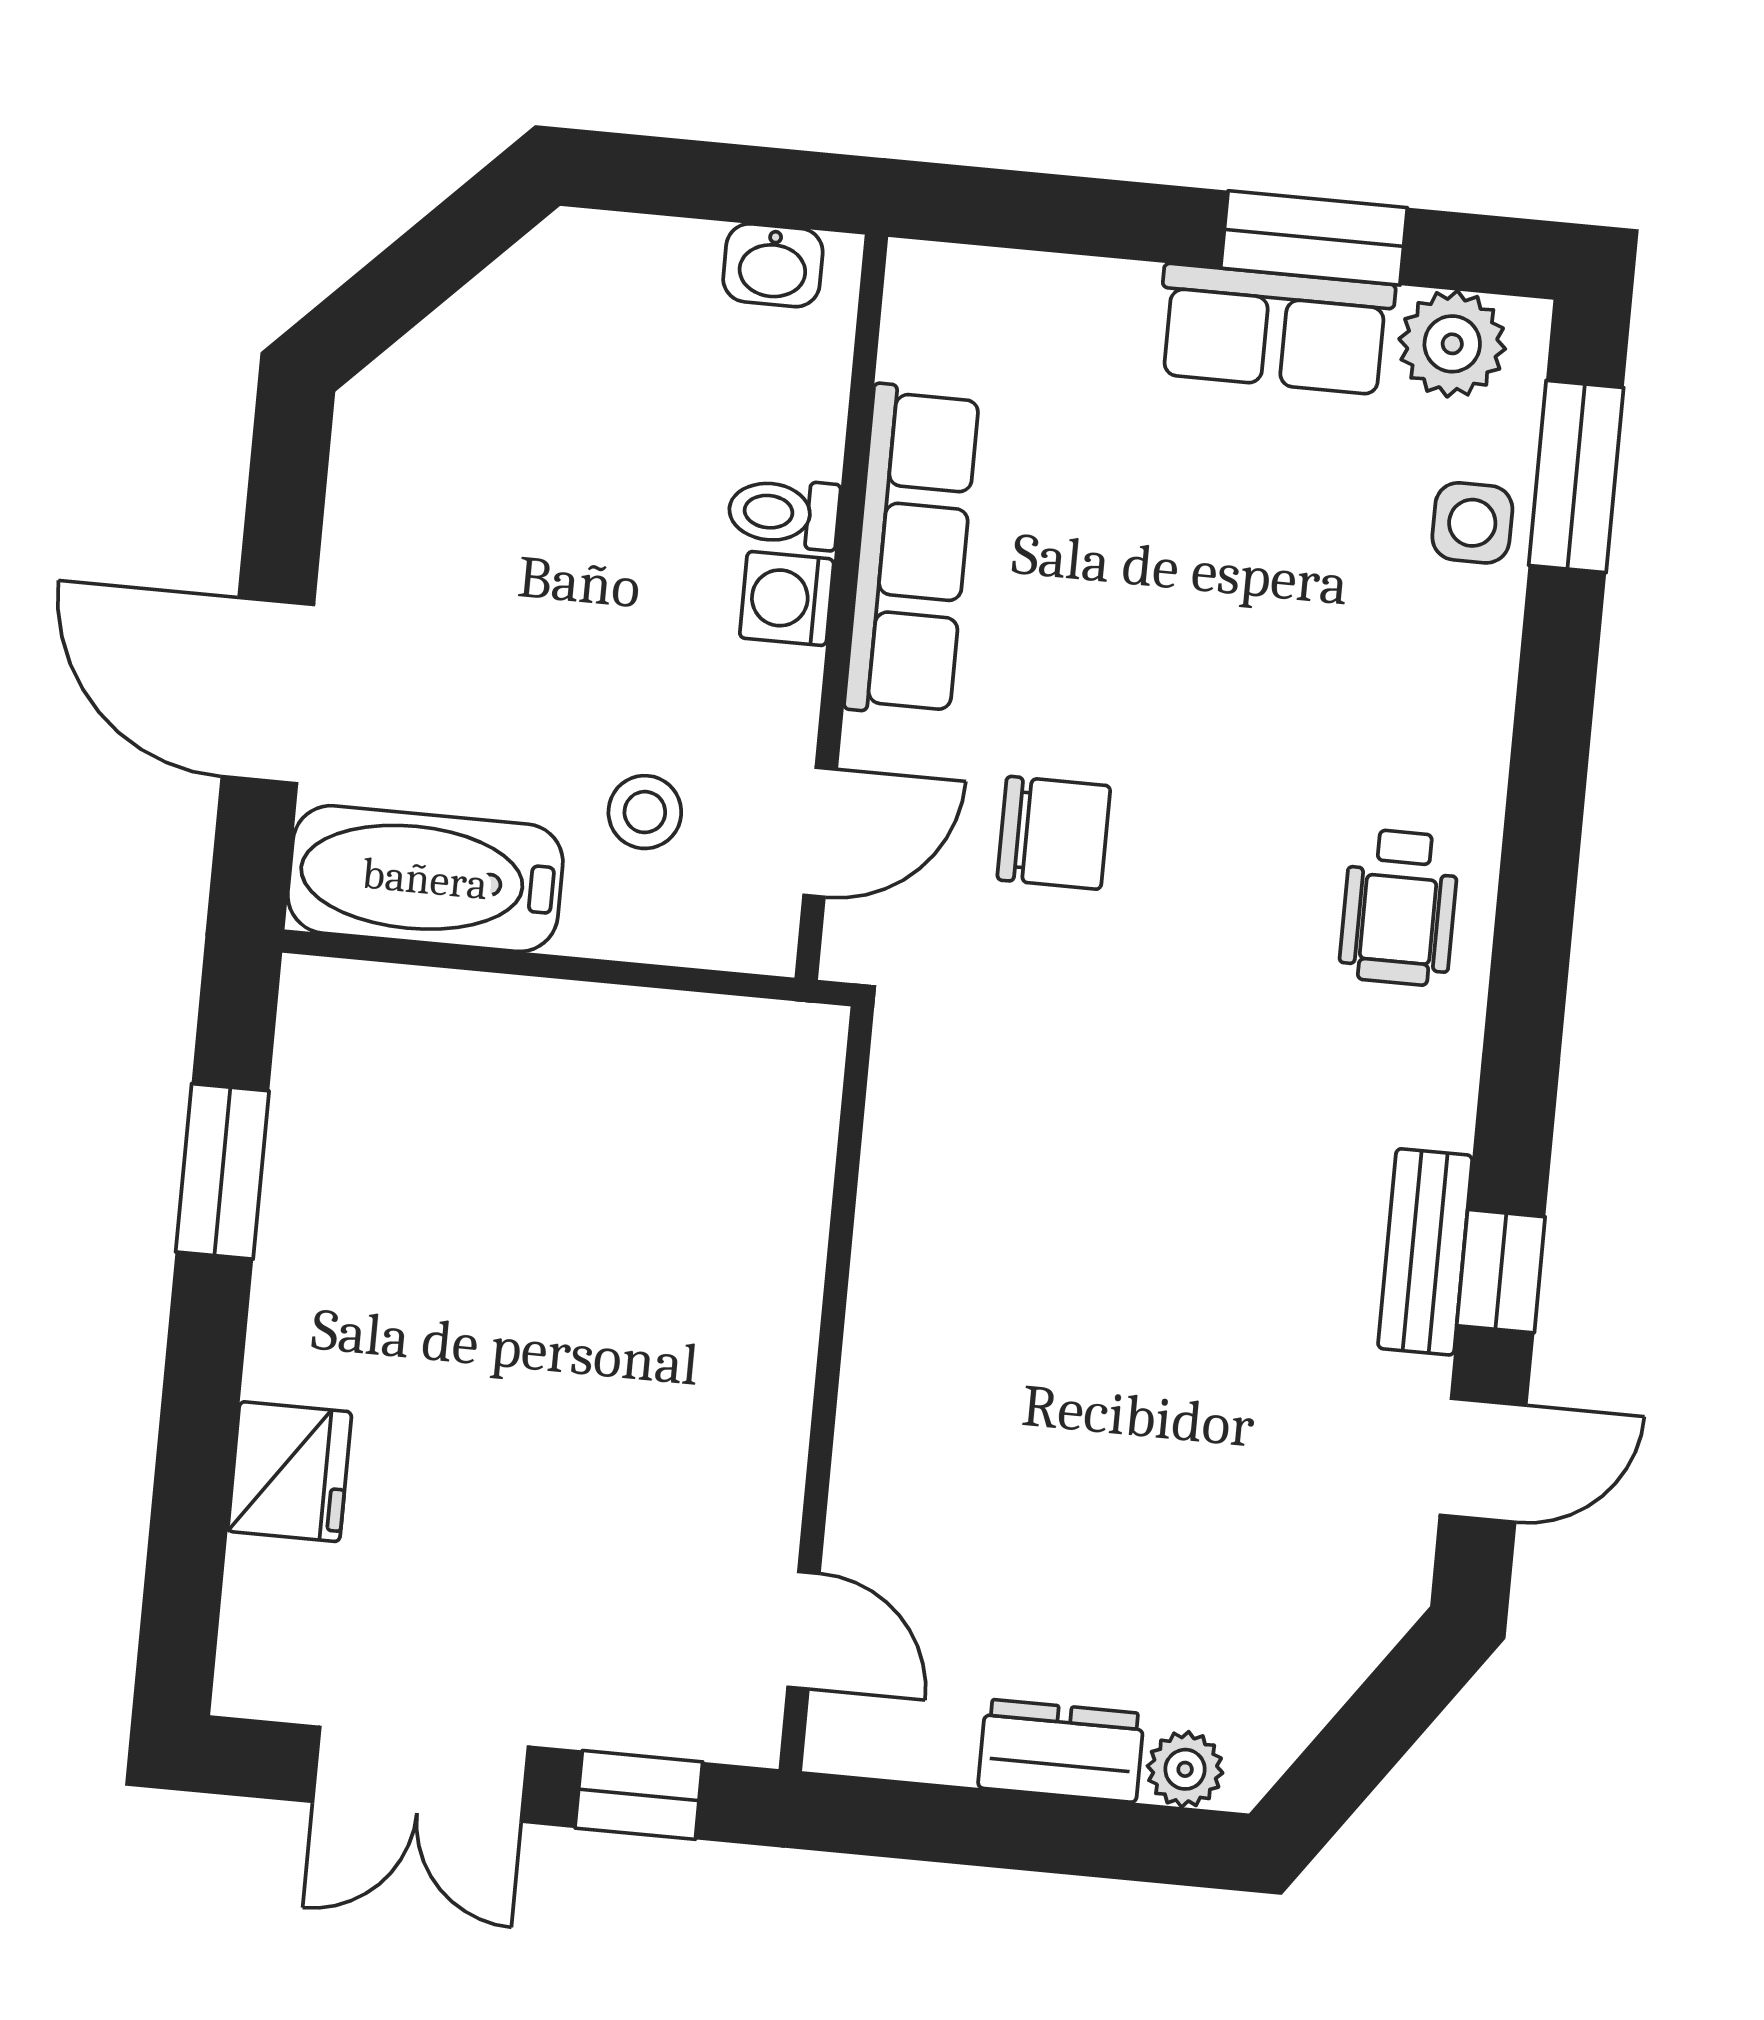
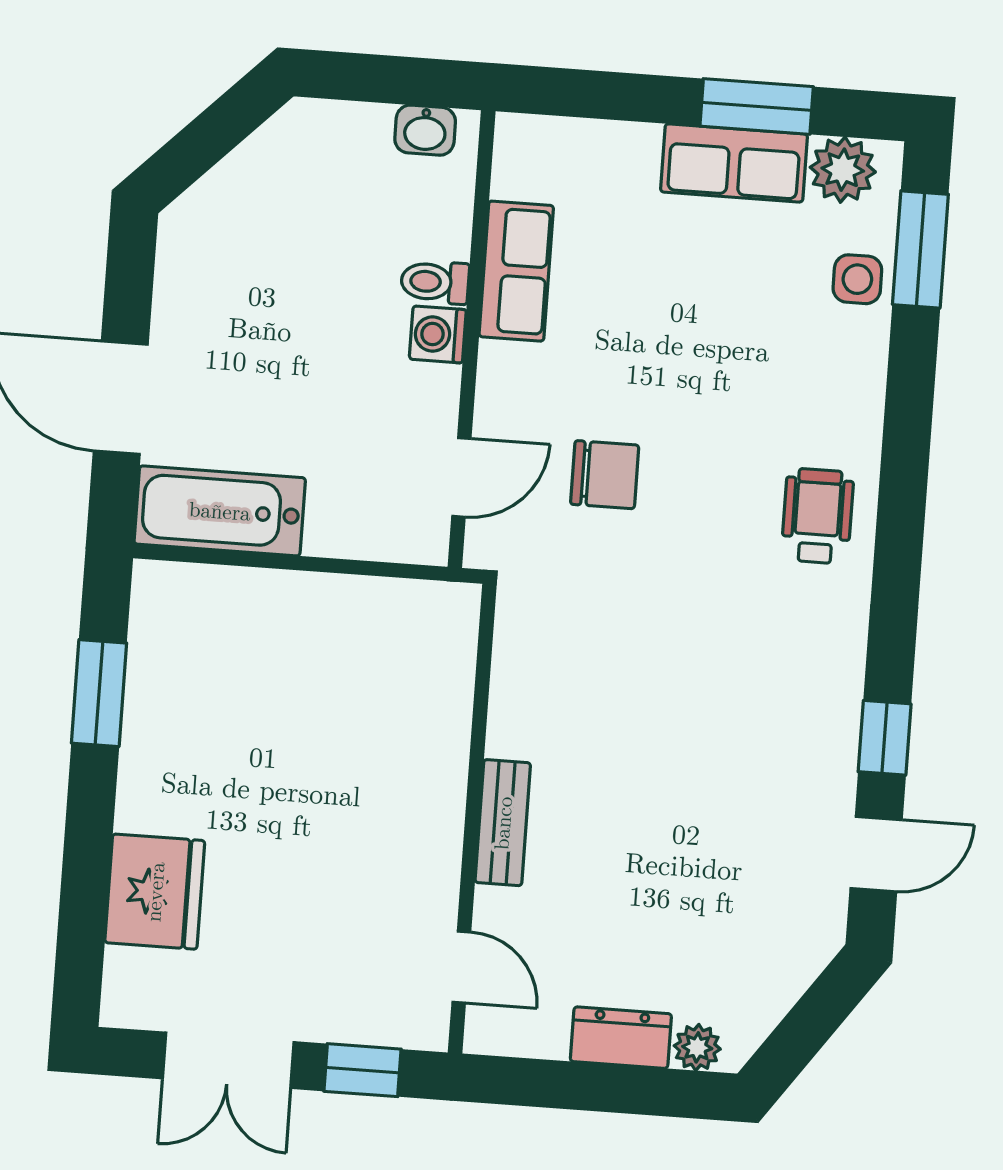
row of seats: (912, 551) -> (516, 271), width x0.68
stool: (645, 812) -> (354, 467), removed
wheelchair: (1399, 907) -> (817, 516), turned 180
bench: (1425, 1252) -> (503, 823), moved
fridge: (290, 1472) -> (155, 892), width x1.36, depth x1.34

